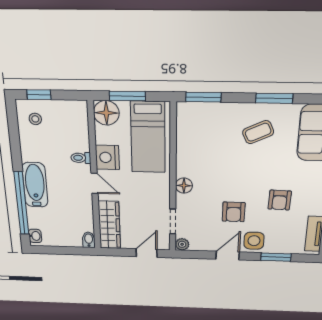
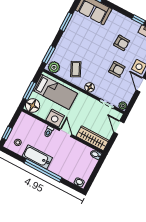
plant: (187, 116) -> (54, 67), added
coffee table: (258, 132) -> (76, 69), moved
door: (94, 183) -> (66, 133), hinge flipped
bathtub: (35, 185) -> (37, 157), moved
window: (21, 203) -> (43, 170), moved

